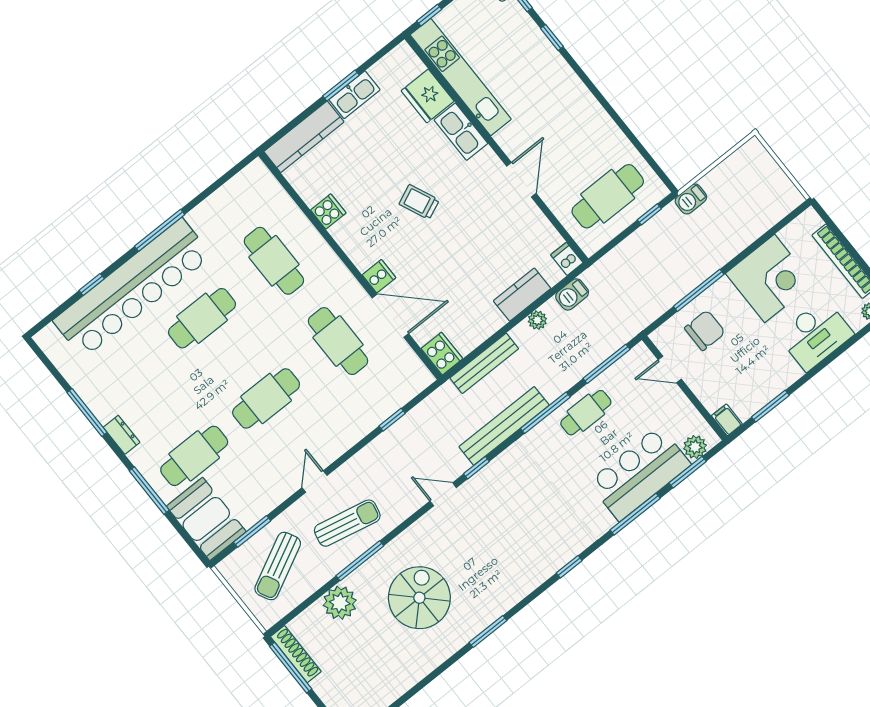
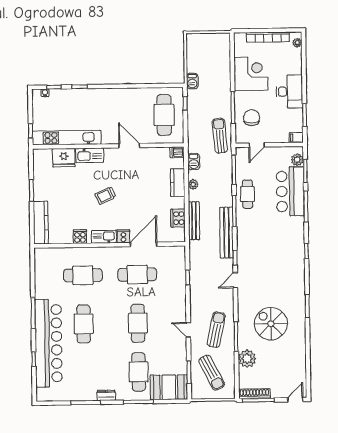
kitchen sink: (355, 95) -> (104, 237), moved, turned -90
sun lounger: (641, 304) -> (220, 136), added
desk: (815, 334) -> (289, 91), moved
cooker: (442, 354) -> (178, 218), moved, turned -90

